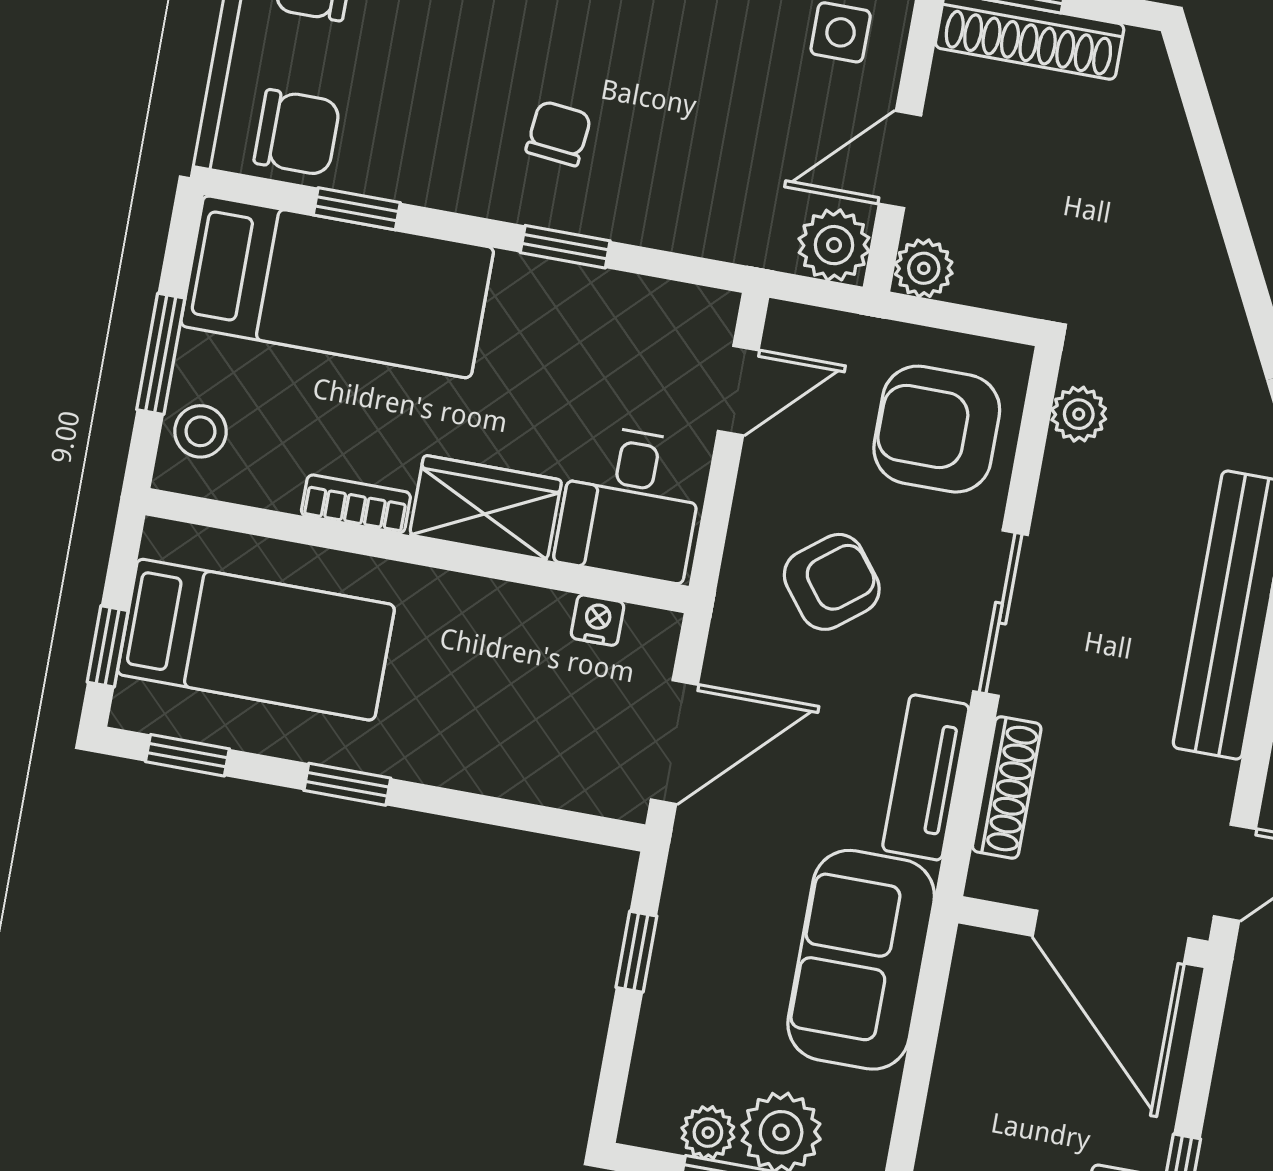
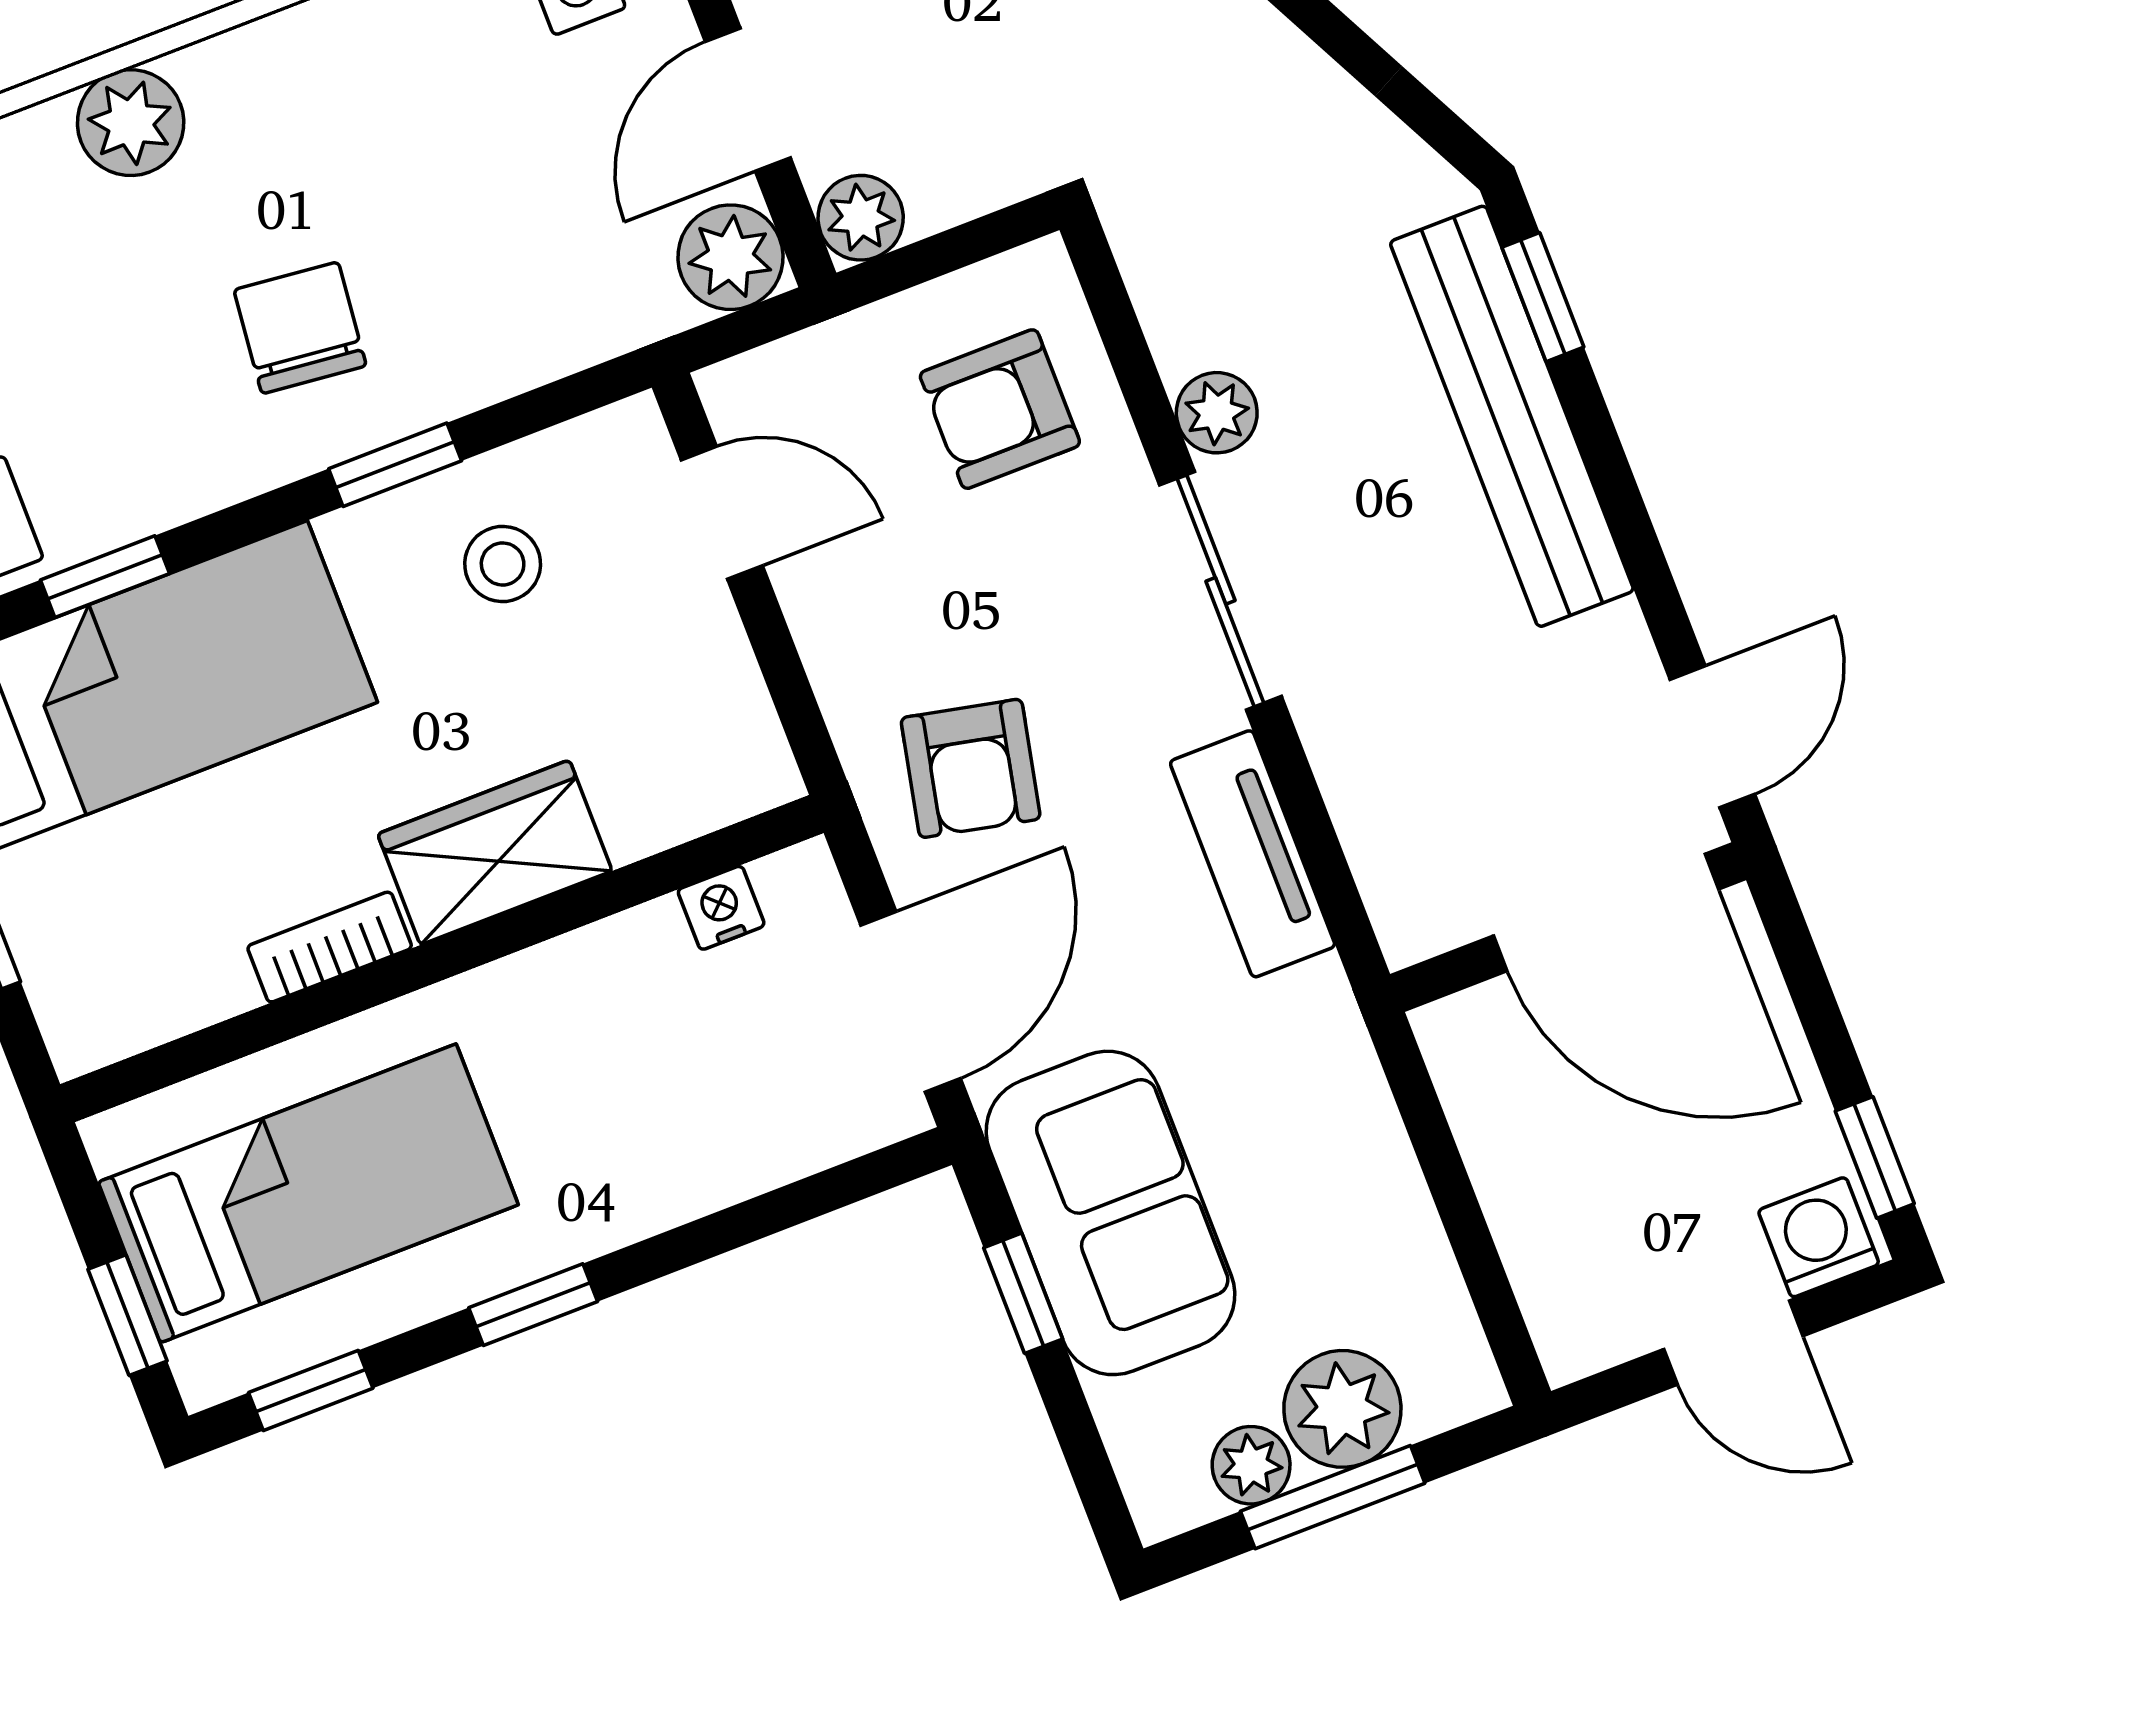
chair: (559, 133) -> (300, 328), width x1.37, depth x1.37
door: (738, 391) -> (722, 513), hinge flipped
plant: (1079, 414) -> (1217, 413), moved
armchair: (937, 429) -> (1000, 409), width x0.72, depth x0.72
stool: (200, 431) -> (503, 564), moved
desk: (630, 503) -> (673, 736), removed
armchair: (832, 582) -> (971, 768), moved, turned 140
shoe rack: (1007, 788) -> (1362, 805), removed
sofa: (861, 960) -> (1110, 1213), moved, turned 180

